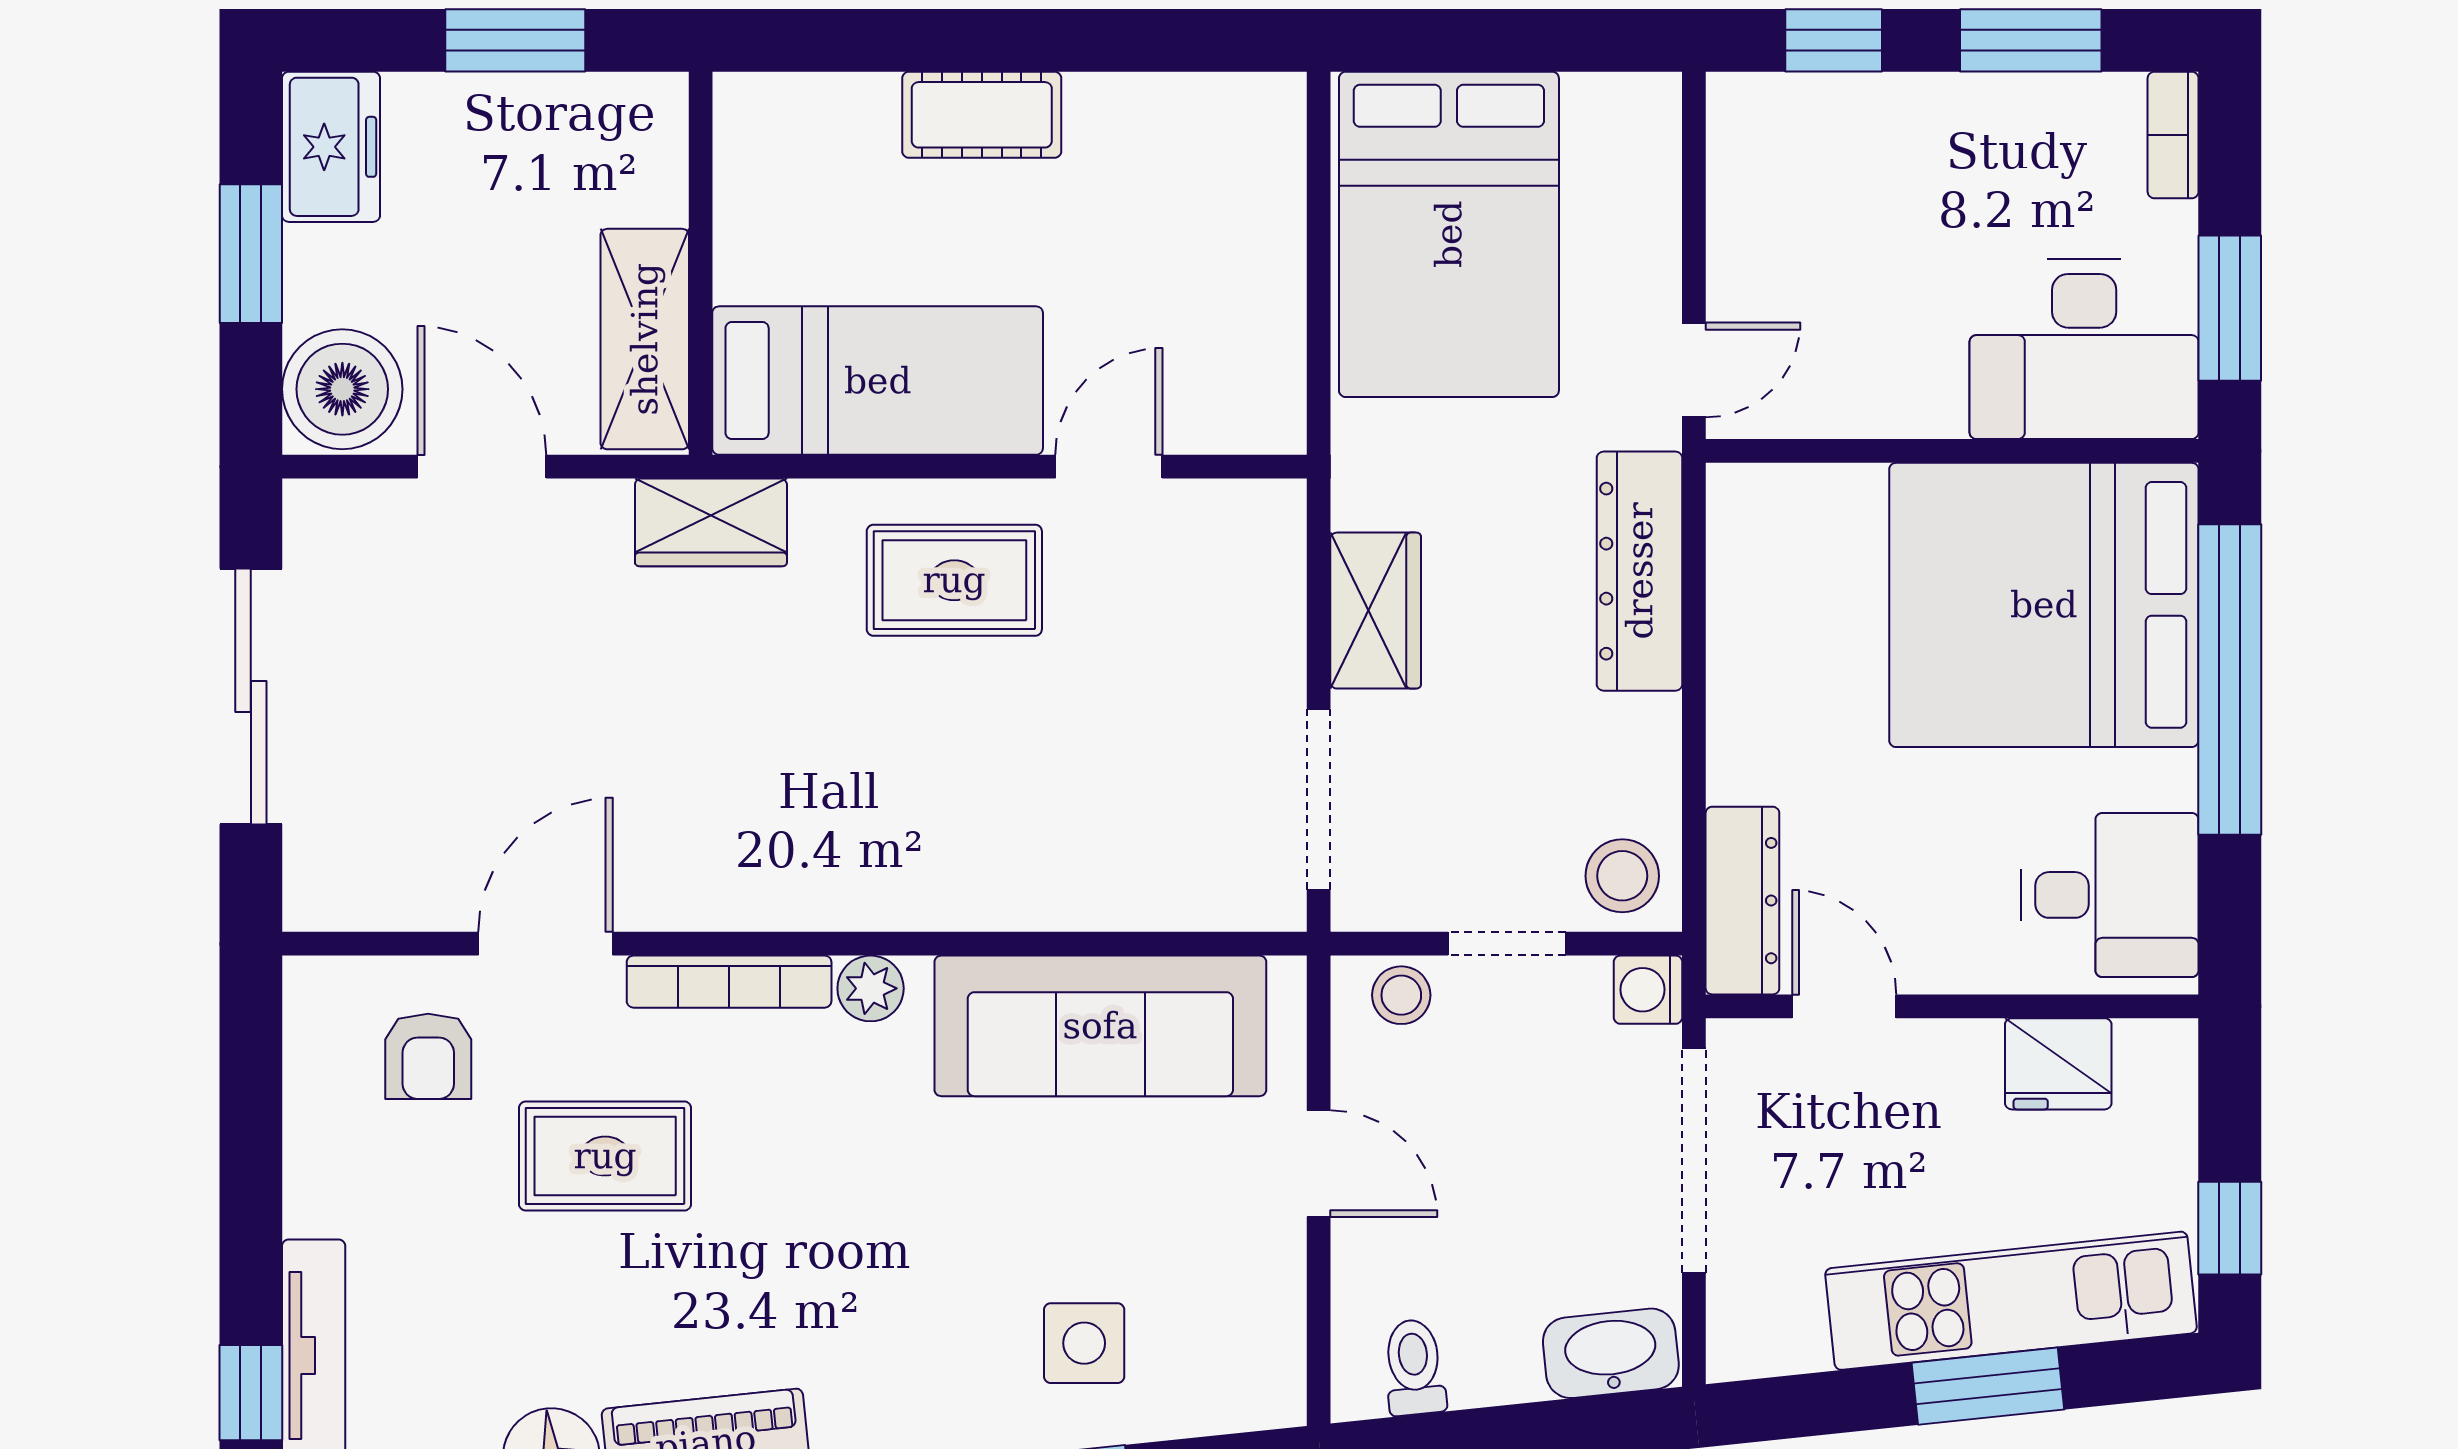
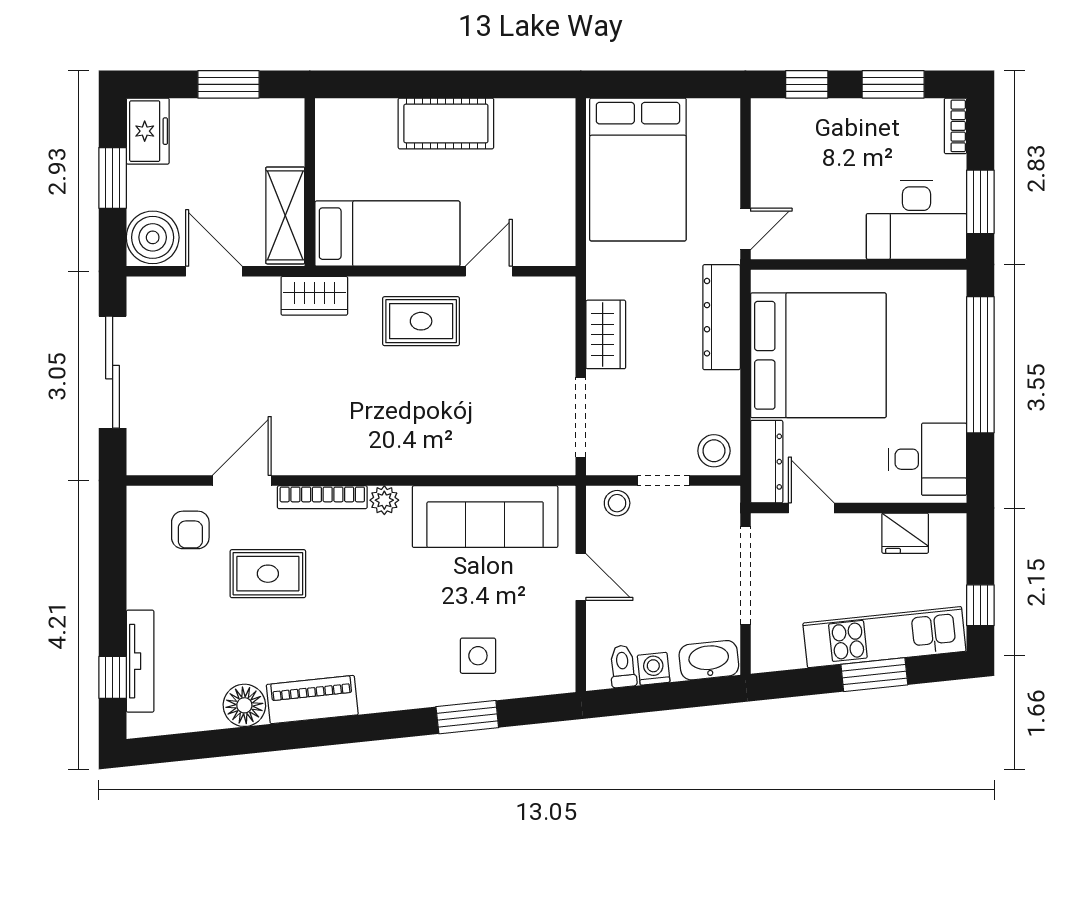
cot: (982, 115) -> (446, 123), width x1.37, depth x1.34
bed: (2044, 605) -> (818, 355), moved, turned 180
washing machine: (1648, 990) -> (654, 669), moved, turned 84

